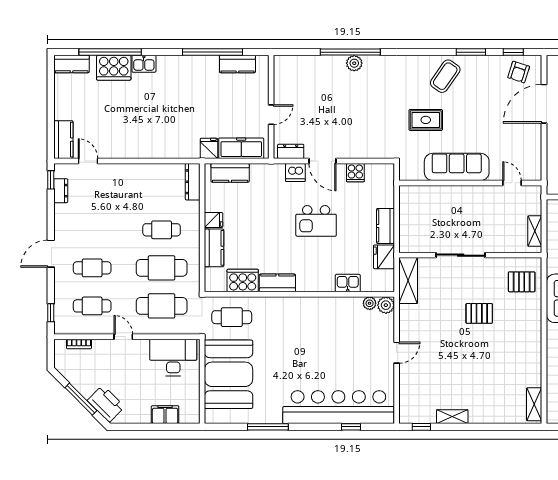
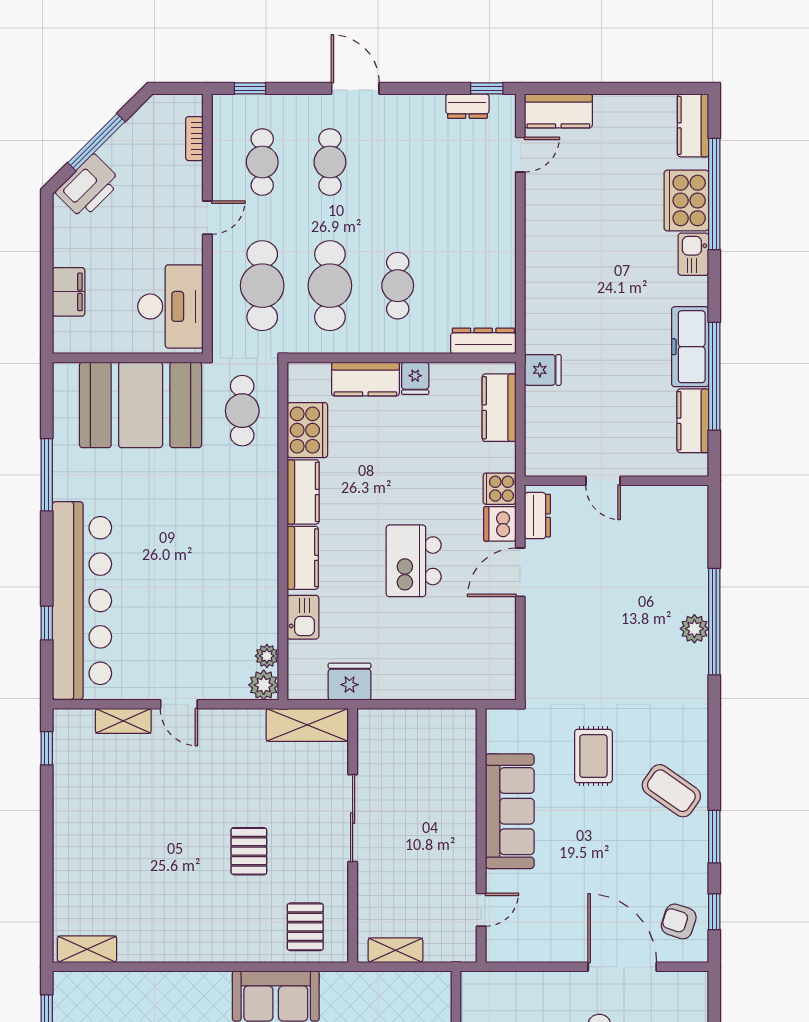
freezer: (241, 148) -> (690, 347), moved, turned 180
cooker: (355, 173) -> (500, 489), moved
kitchen counter: (385, 226) -> (303, 558), moved, turned 90
shelving: (452, 417) -> (123, 721), moved, turned 90

